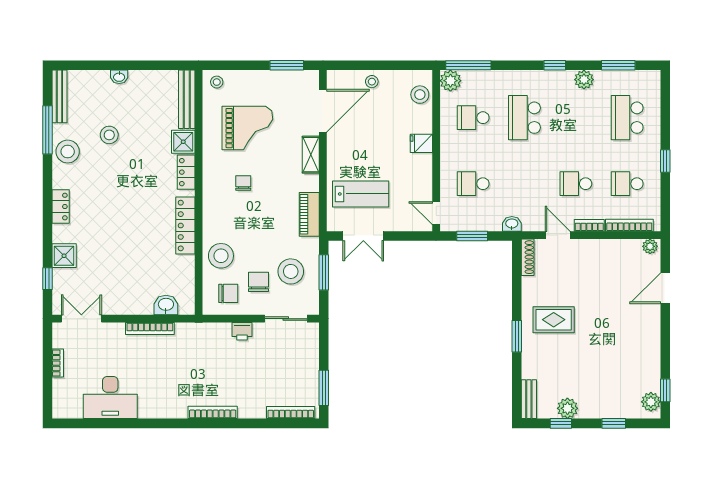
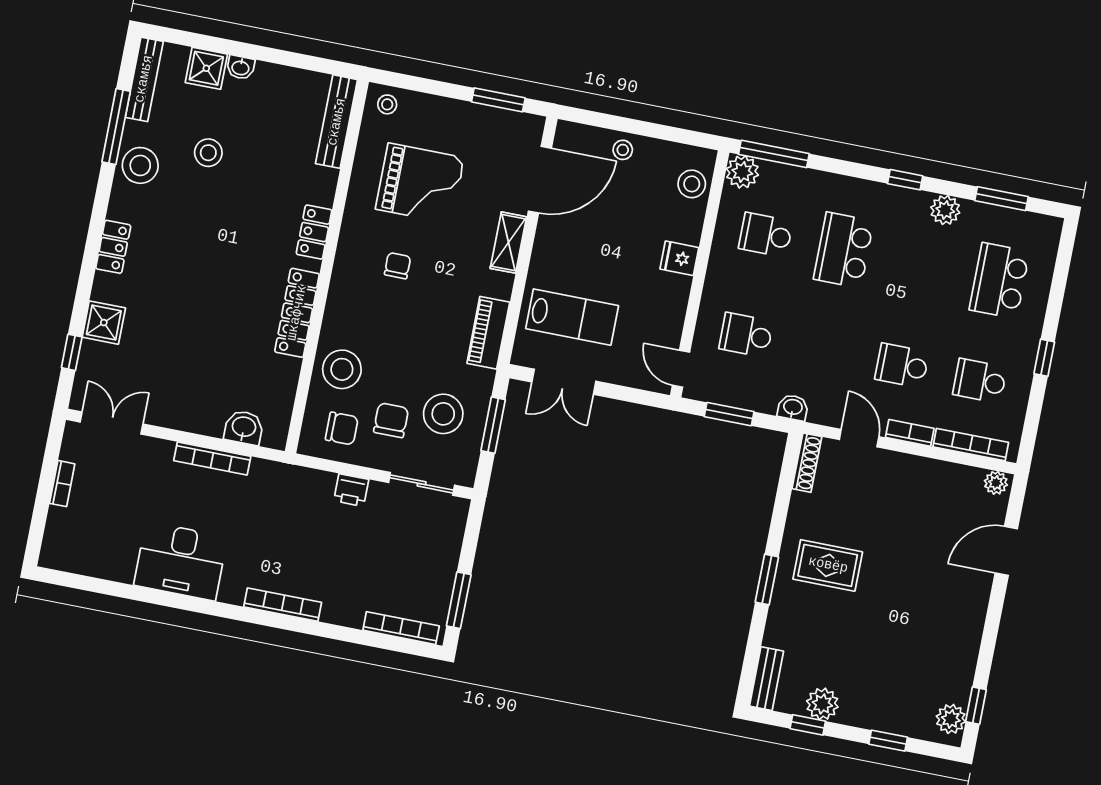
shower: (183, 142) -> (206, 68), moved
desk: (110, 398) -> (181, 561), moved

